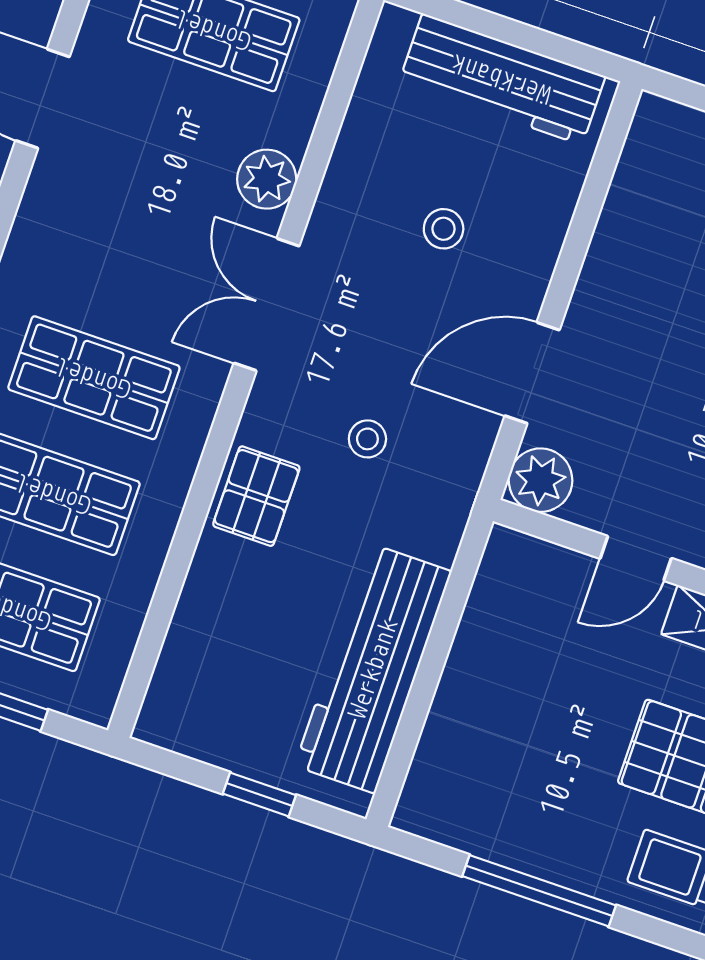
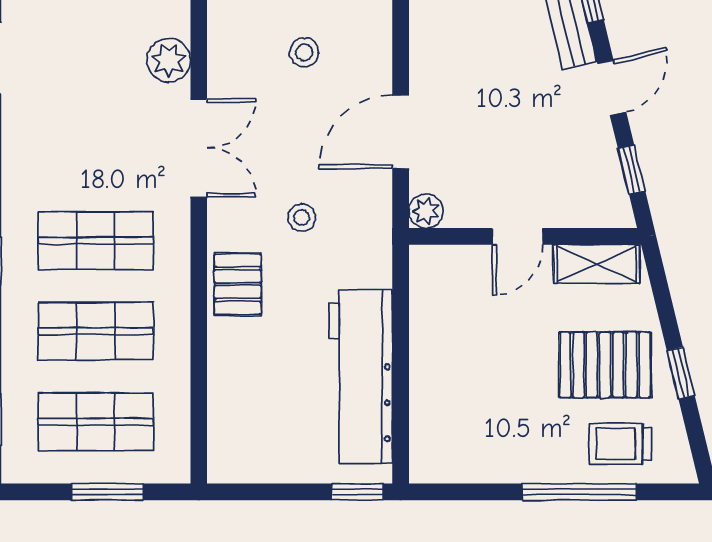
double door: (267, 305) -> (199, 148), swing flipped
plant: (540, 480) -> (426, 211), width x0.73, depth x0.73
window: (259, 794) -> (358, 492), moved
window: (539, 891) -> (579, 492), moved

